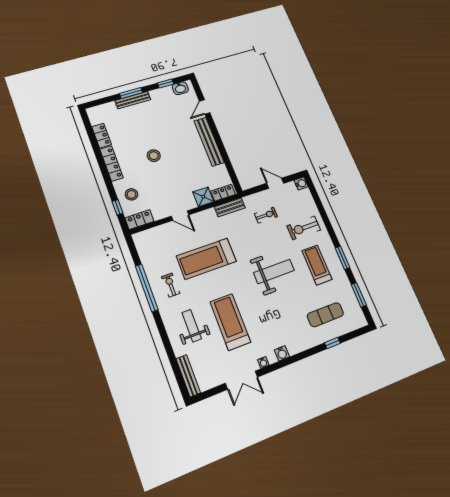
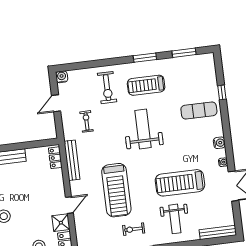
shower: (203, 197) -> (61, 223), moved
bench: (230, 207) -> (72, 160), width x1.36
exercise mat: (325, 315) -> (199, 110), moved, turned 90
weight bench: (192, 326) -> (175, 219), turned -90

